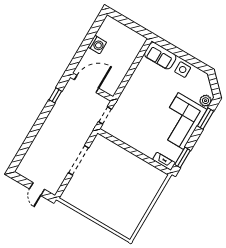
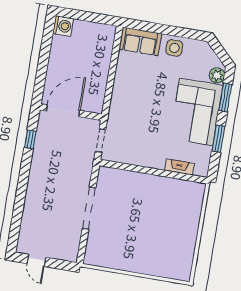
washing machine: (97, 45) -> (63, 26), moved
window: (183, 157) -> (218, 139), moved
fireplace: (164, 161) -> (179, 167), moved
door: (37, 189) -> (36, 260), moved

